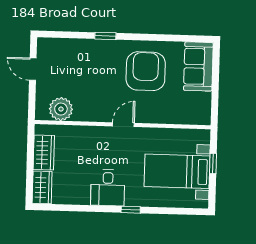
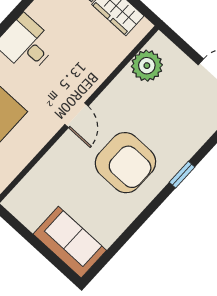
armchair: (146, 71) -> (125, 163), moved

